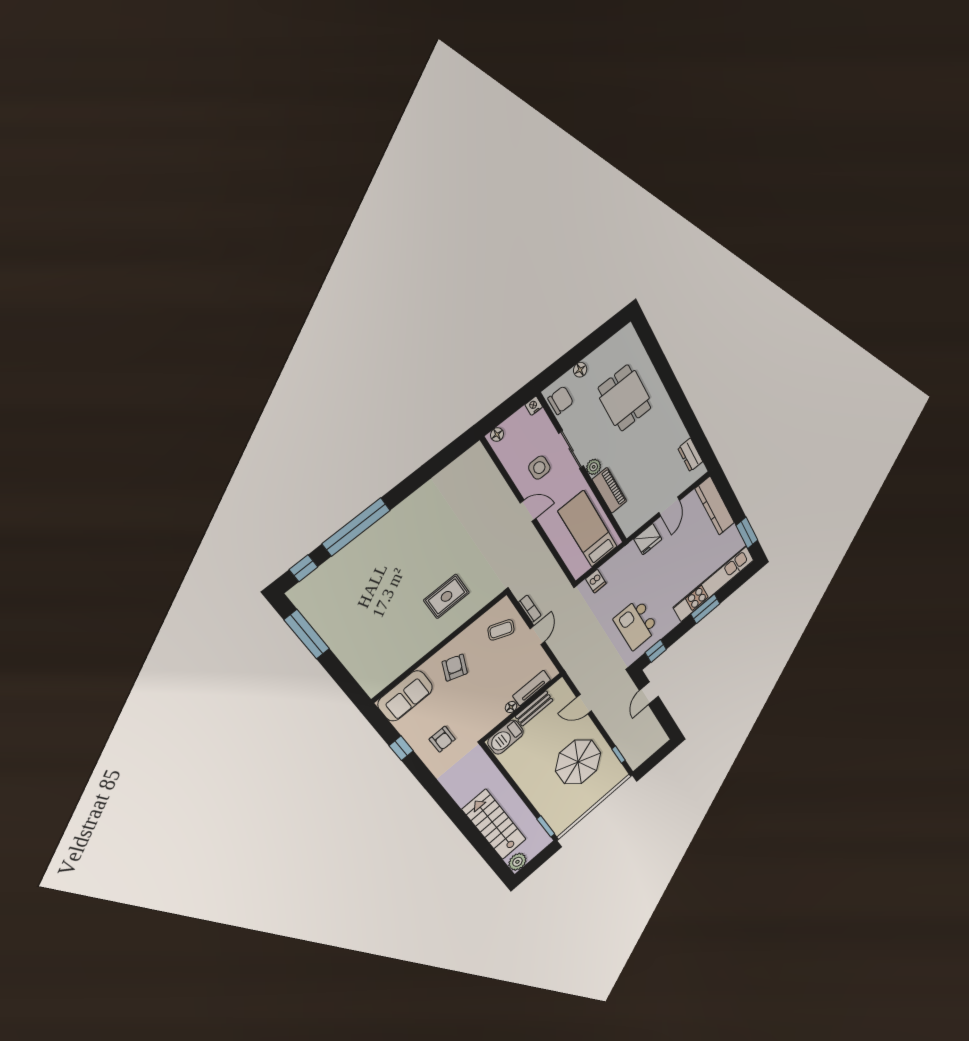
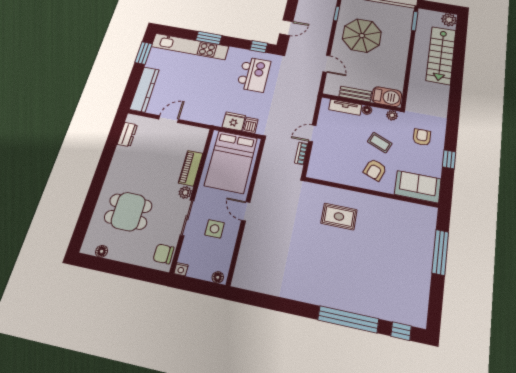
floor lamp: (580, 370) -> (102, 251), moved
dining table: (625, 398) -> (128, 212), turned 90
bed: (588, 529) -> (231, 162), width x1.50
fridge: (648, 539) -> (234, 121), moved
coffee table: (501, 630) -> (380, 143), moved
window: (307, 634) -> (440, 252), moved
plant: (486, 727) -> (392, 115), added

